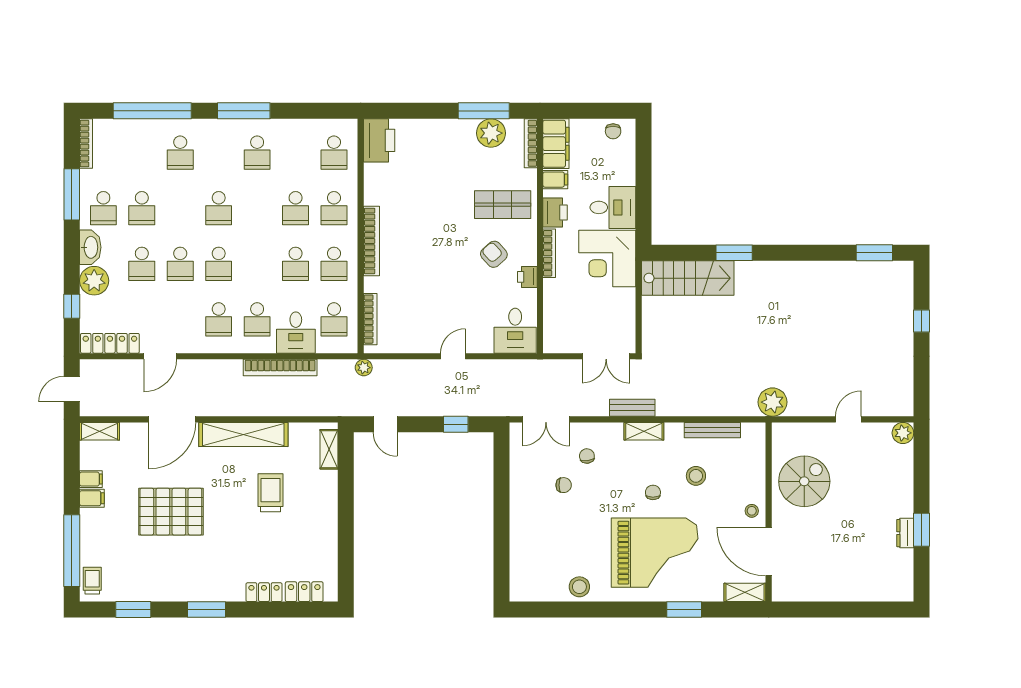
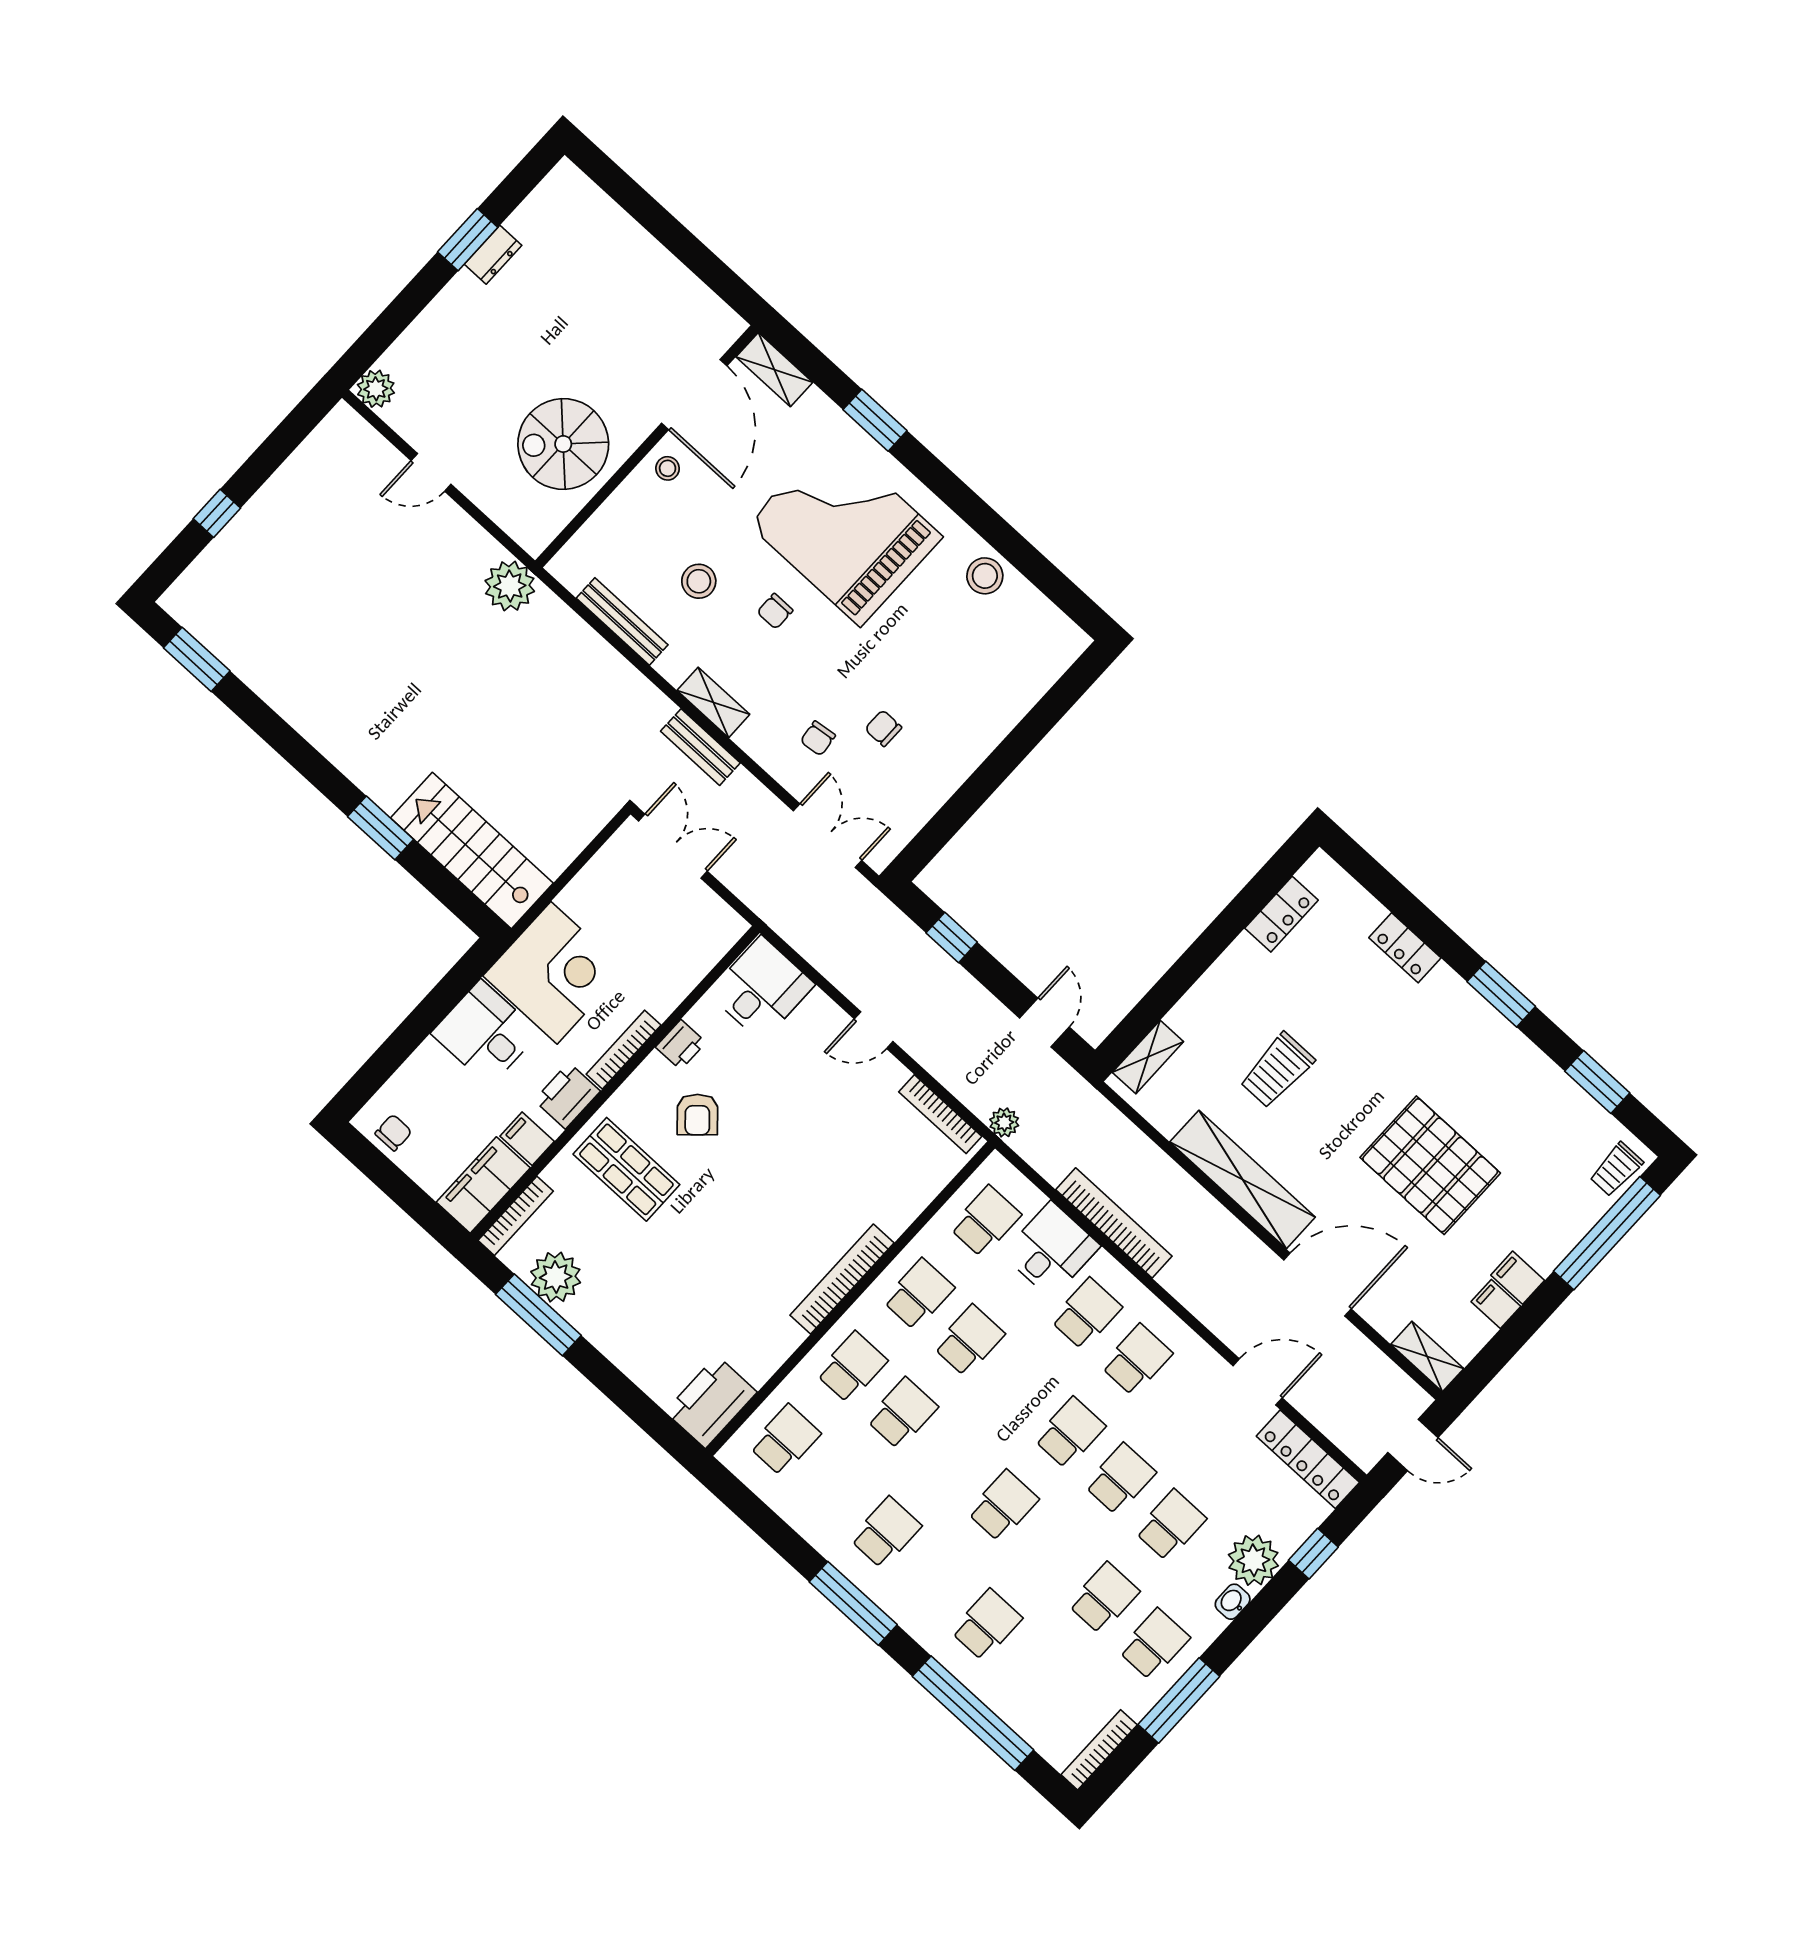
washbasin: (90, 247) -> (1233, 1602), width x0.52, depth x0.69
bookcase: (370, 319) -> (940, 1114), moved, turned -90
locker: (304, 592) -> (1281, 914), moved, turned -90

